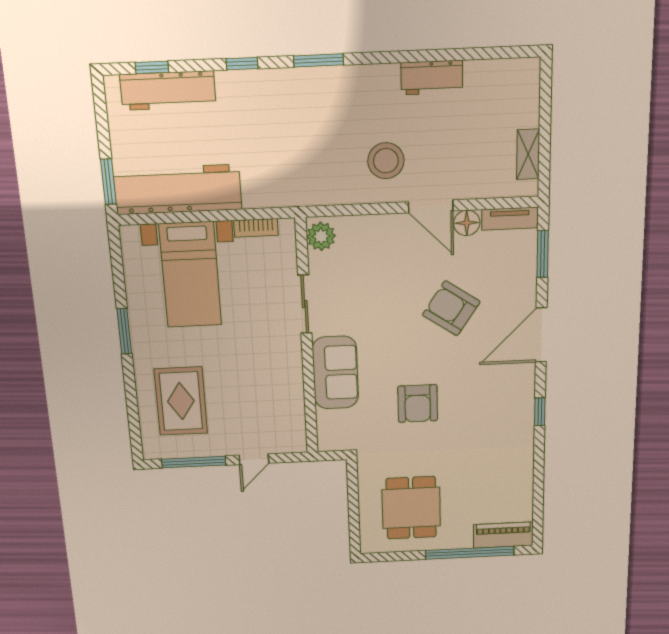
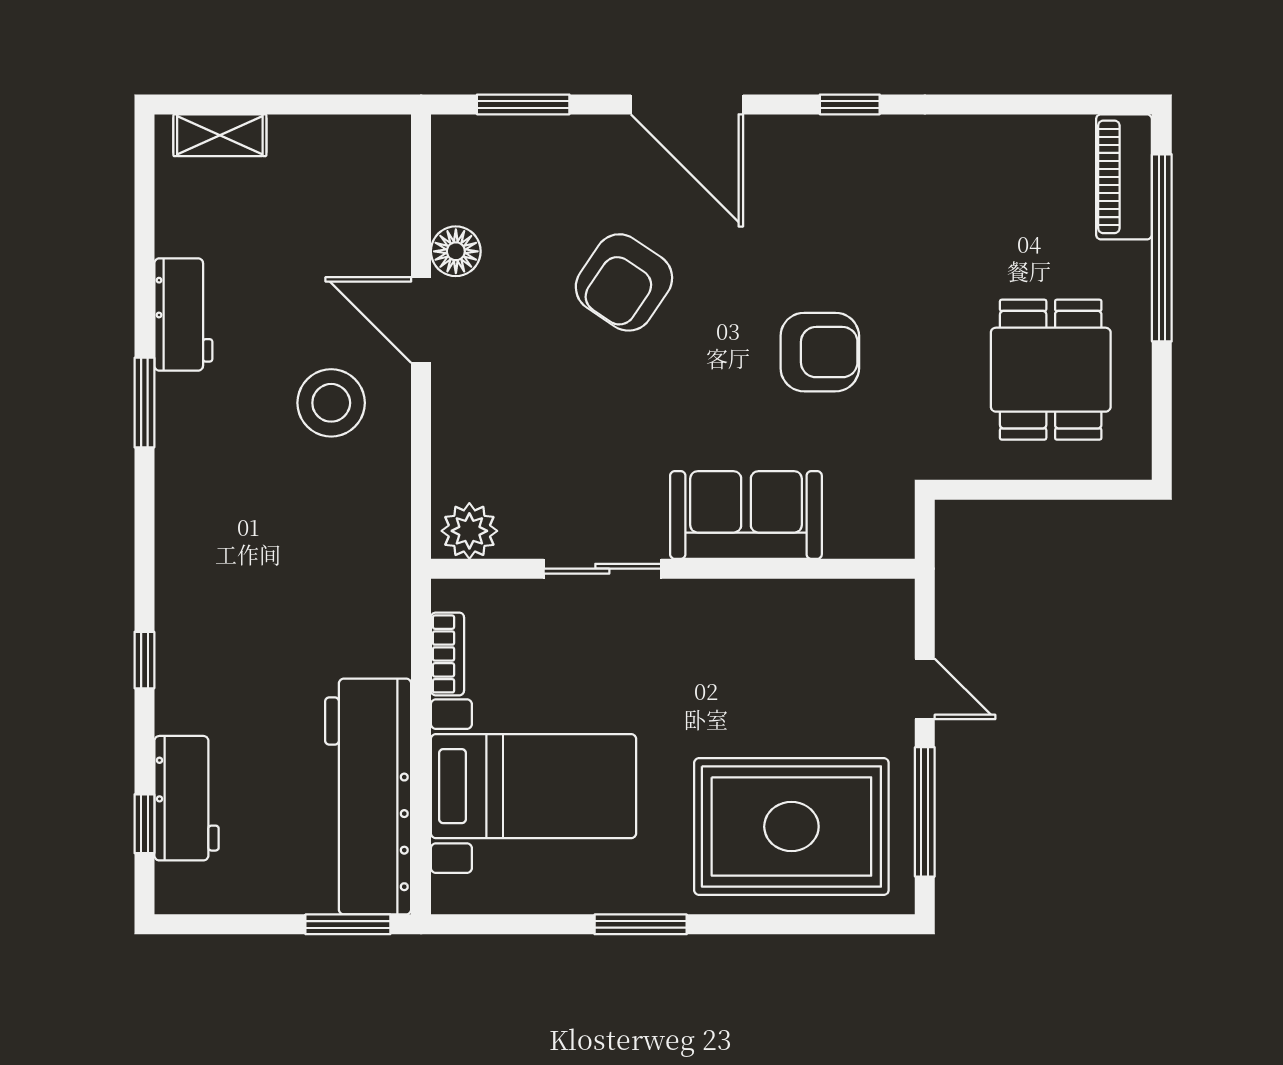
window: (319, 60) -> (144, 403), moved
workbench: (168, 91) -> (186, 798), width x0.73
shelving: (528, 154) -> (220, 135), moved
door: (431, 206) -> (421, 320), swing flipped
tv unit: (510, 219) -> (451, 169), removed
rug: (181, 401) -> (791, 827), width x1.37, depth x1.44
dining table: (411, 508) -> (1051, 370), turned 90

